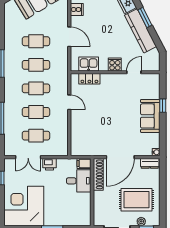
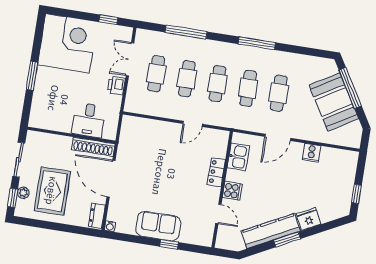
locker: (89, 79) -> (216, 172), moved
filing cabinet: (84, 163) -> (110, 131), removed

